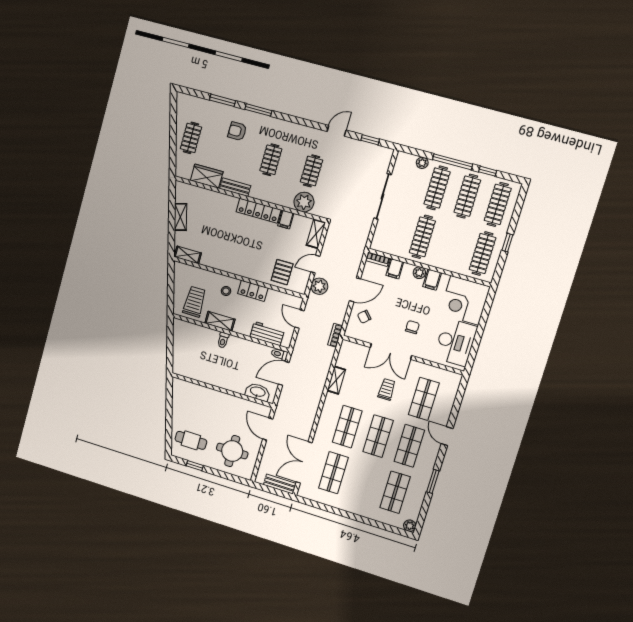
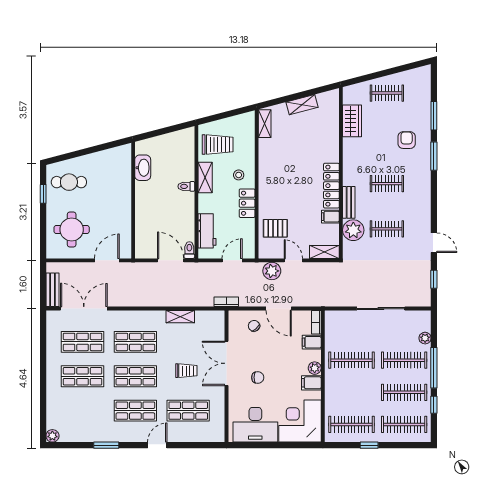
bench: (235, 187) -> (349, 202), moved
washbasin: (258, 392) -> (143, 168), moved
cafe table: (191, 440) -> (69, 182), turned 90
shop shelf: (395, 492) -> (83, 376), moved

